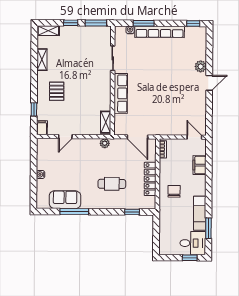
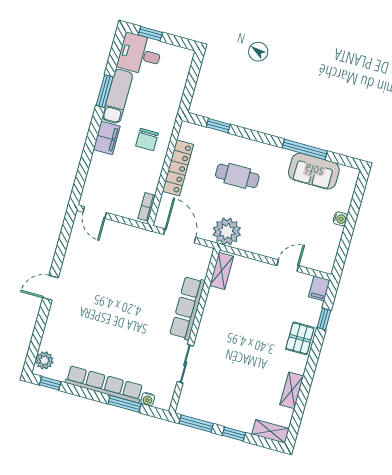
plant: (201, 66) -> (44, 360), moved
pallet: (57, 91) -> (300, 338), moved
plant: (105, 143) -> (227, 232), width x1.87, depth x1.87
filing cabinet: (200, 165) -> (107, 138), moved
window: (208, 228) -> (105, 91), moved

